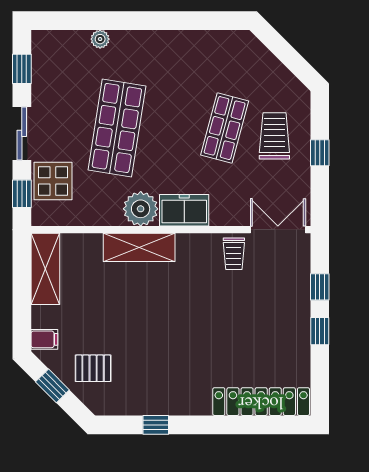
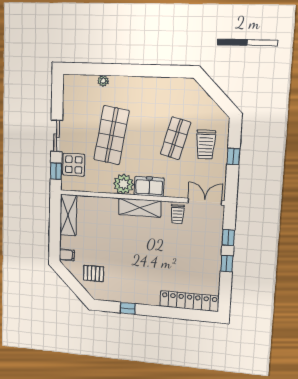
window: (22, 69) -> (57, 97), removed
trolley: (274, 136) -> (206, 145), turned 180
shelving: (139, 247) -> (140, 208), moved
window: (52, 386) -> (71, 281), removed

